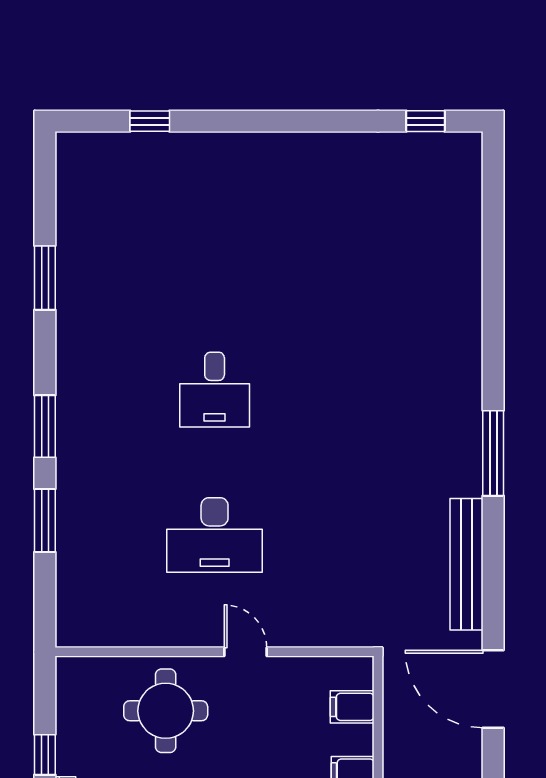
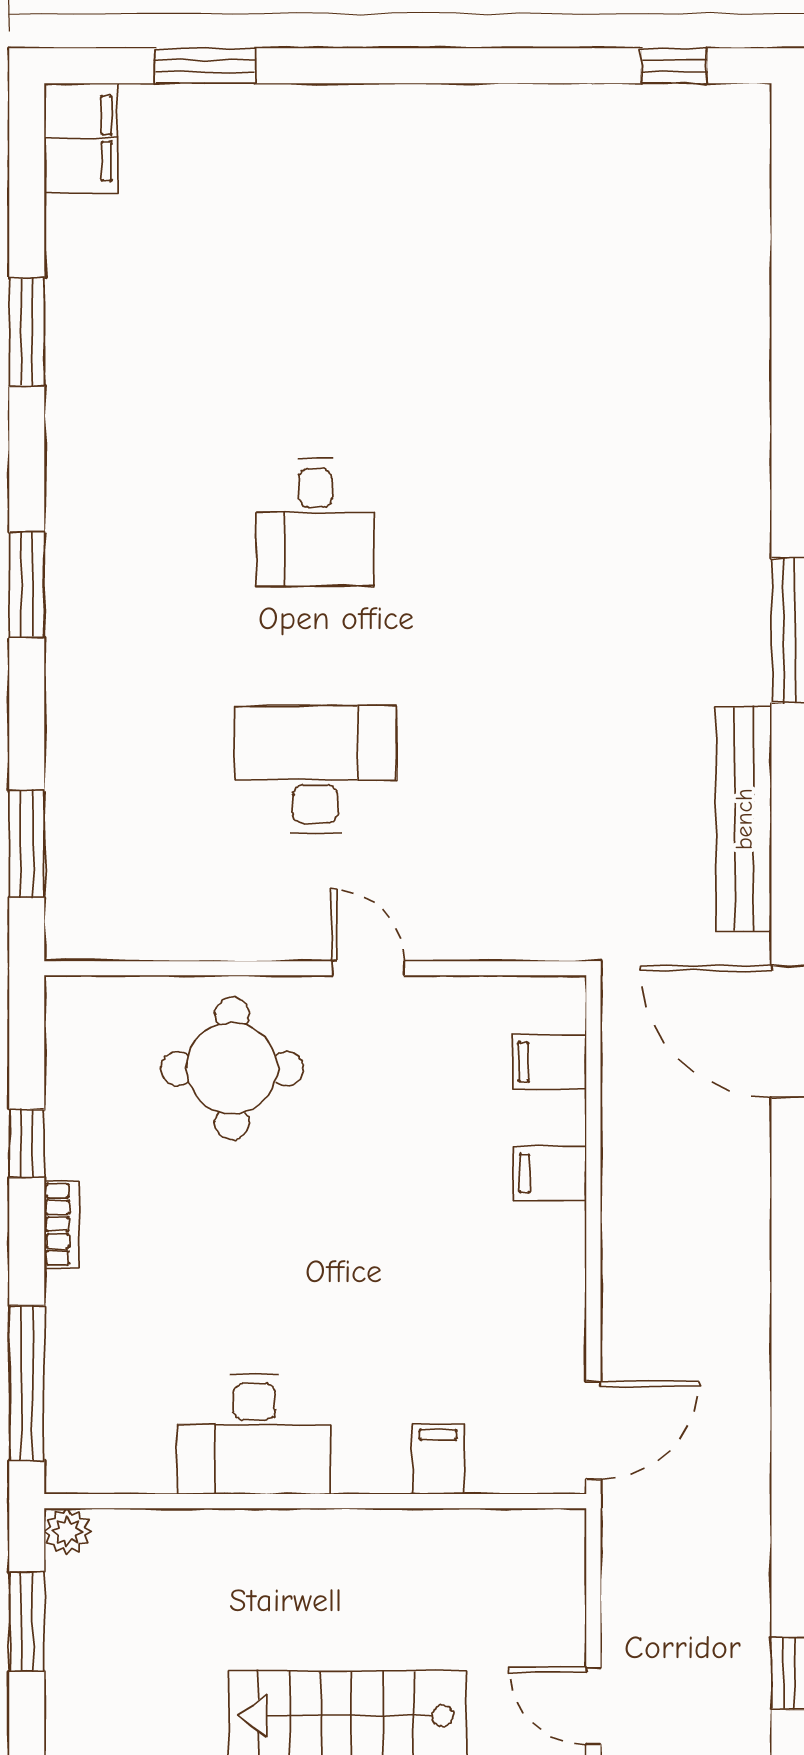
window: (150, 121) -> (205, 66), width x1.50
filing cabinet: (77, 164) -> (81, 138), added
window: (45, 521) -> (27, 844), moved
desk: (215, 535) -> (315, 770), turned 180

